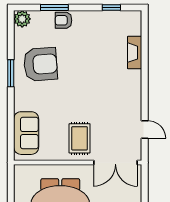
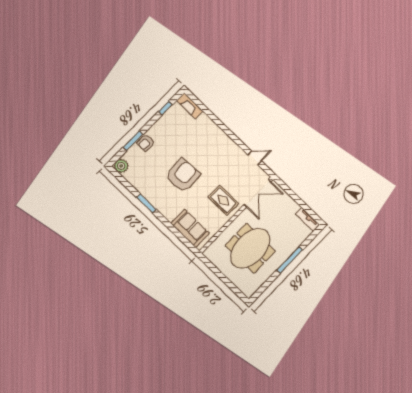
fireplace: (135, 53) -> (190, 106), moved
armchair: (40, 64) -> (183, 175), moved

